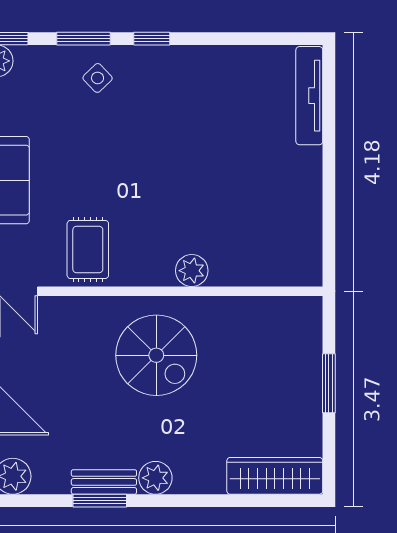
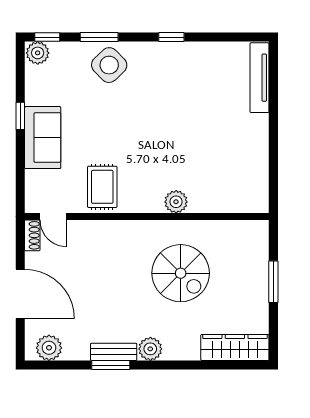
window: (152, 39) -> (171, 37), moved
side table: (98, 78) -> (109, 65), width x1.87, depth x1.87
spiral stairs: (156, 355) -> (181, 273), moved

